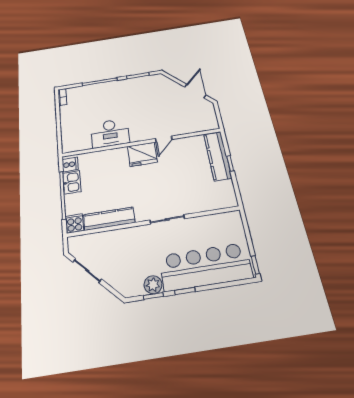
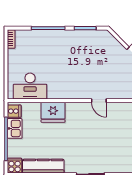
desk: (110, 133) -> (30, 86), moved
door: (164, 139) -> (99, 101), hinge flipped
fridge: (142, 154) -> (53, 112), moved

